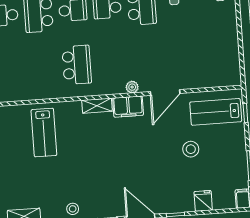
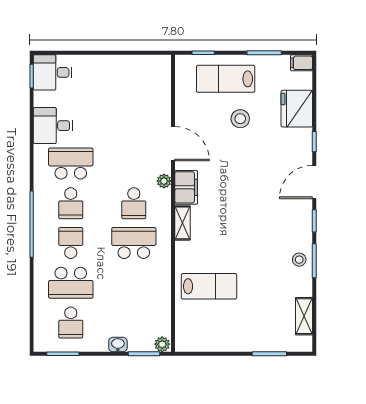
school desk: (111, 62) -> (134, 203), added
lab bench: (216, 112) -> (226, 79), moved, turned 90
fridge: (203, 201) -> (297, 109), width x1.88, depth x1.34

